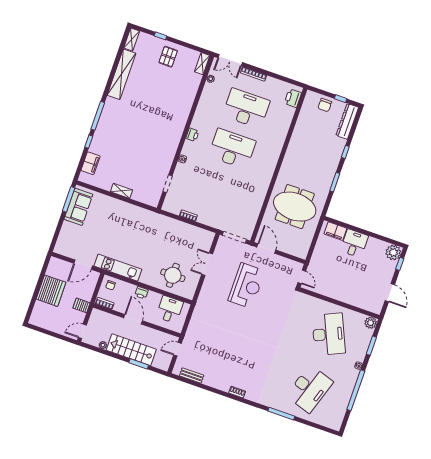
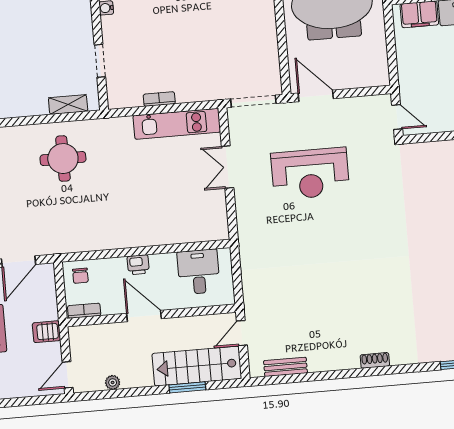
shelving: (121, 191) -> (68, 105), moved
kitchen unit: (118, 268) -> (177, 124), moved, turned 180
round table: (173, 275) -> (63, 159), moved
reception desk: (246, 286) -> (310, 174), turned 90
stairs: (131, 350) -> (197, 366), moved

